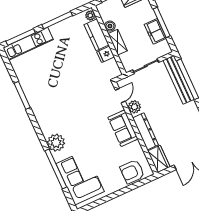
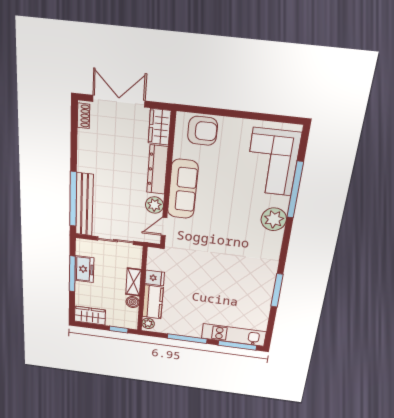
sofa: (123, 128) -> (183, 189), width x1.36

